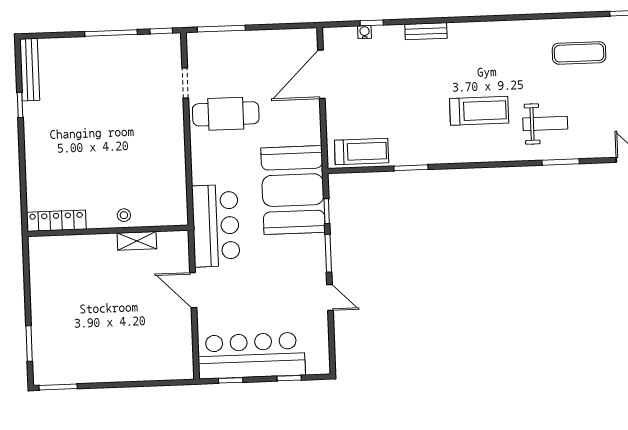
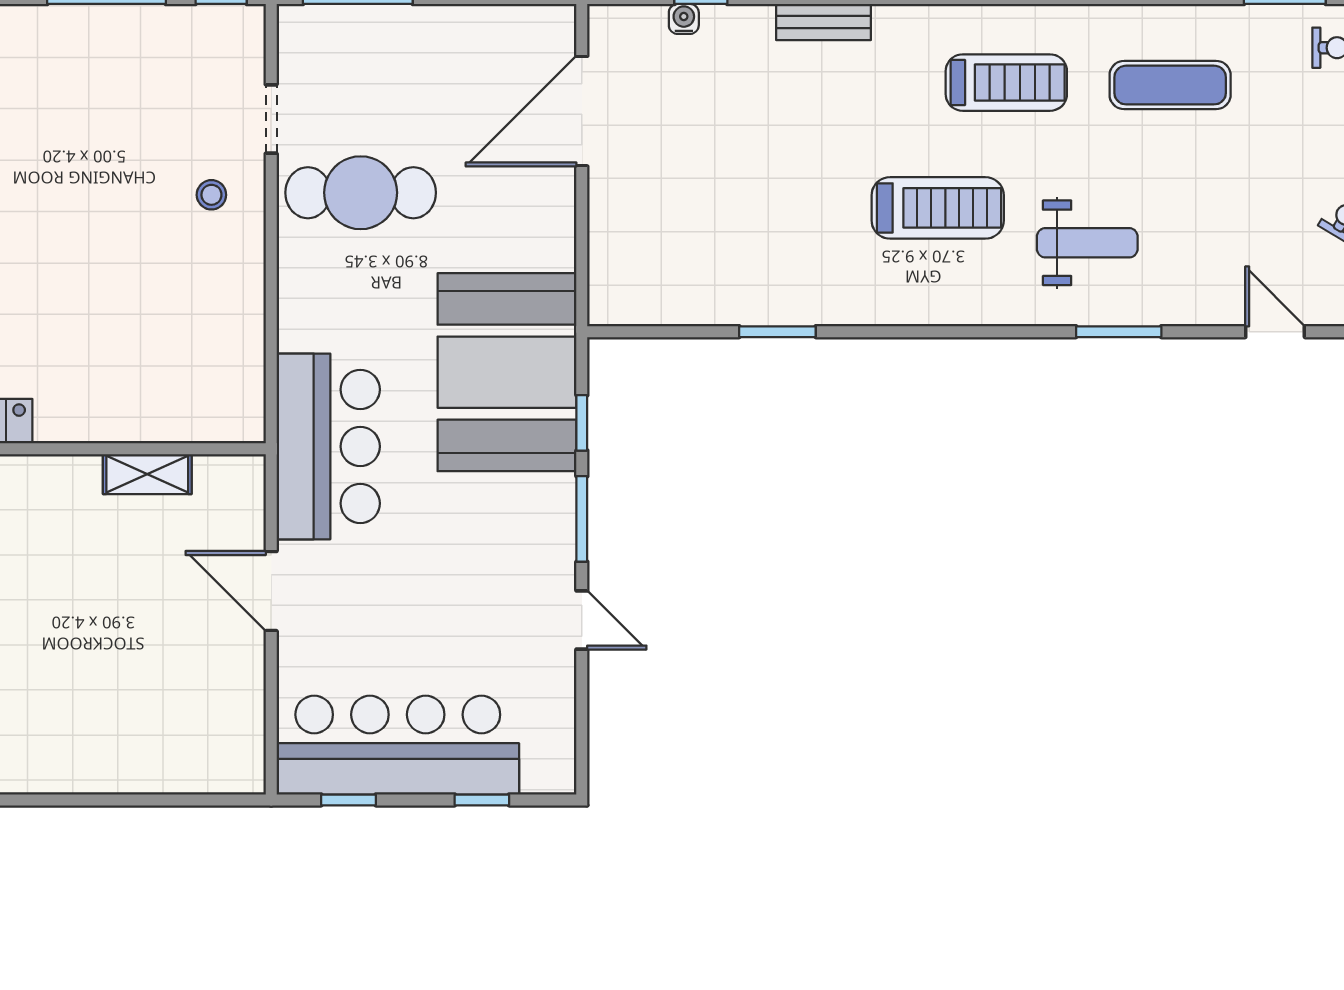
treadmill: (362, 151) -> (1006, 83), moved
stool: (124, 215) -> (211, 195), moved

